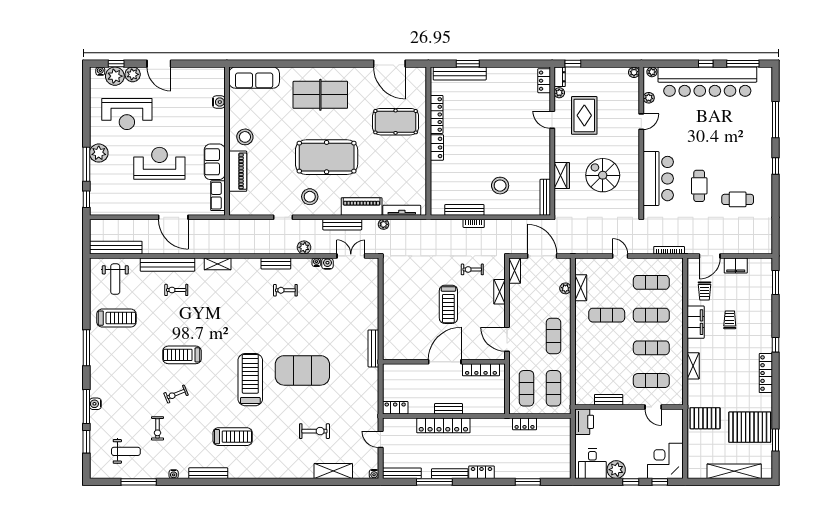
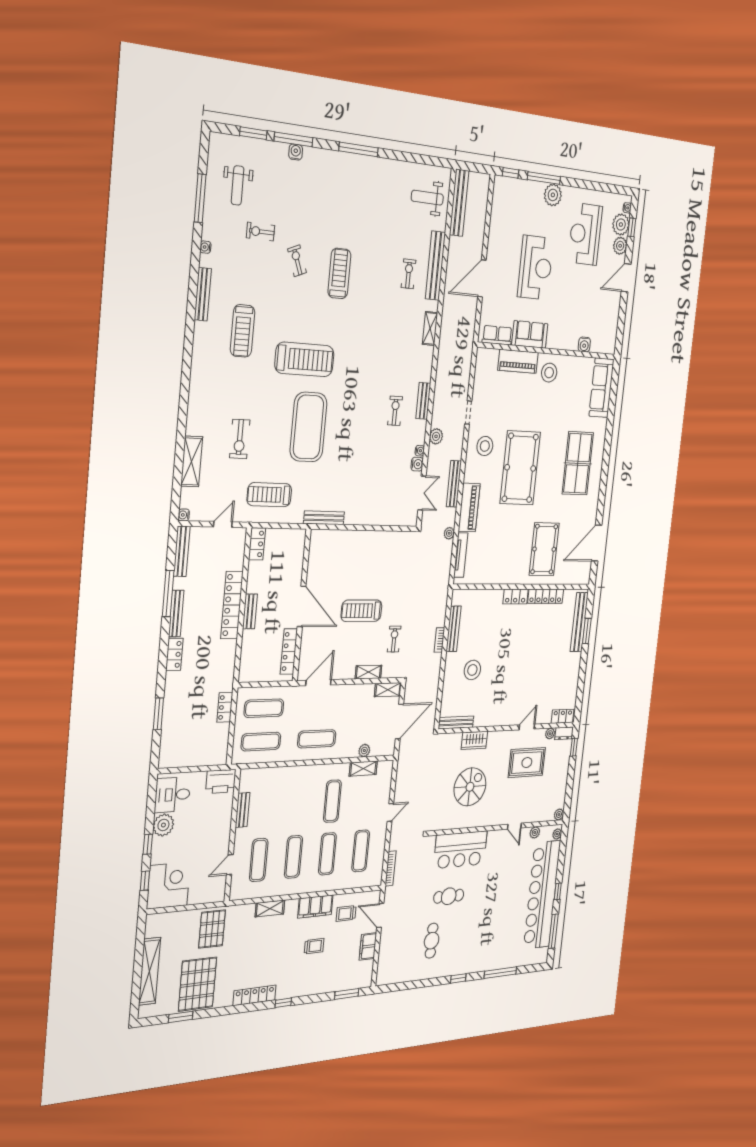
treadmill: (116, 318) -> (269, 495), moved, turned 90

